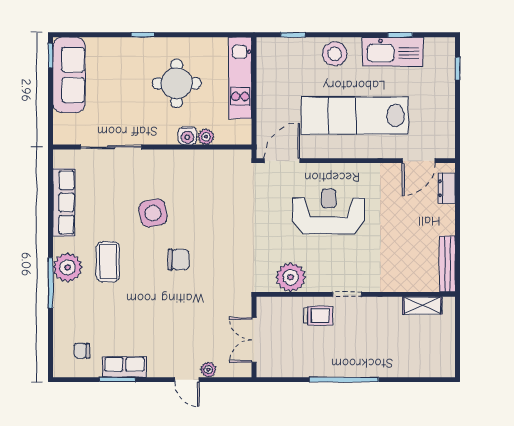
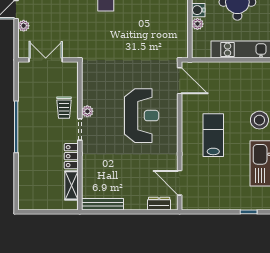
lab bench: (355, 116) -> (213, 135), width x0.54, depth x0.72
plant: (291, 277) -> (87, 111), moved, width x0.53, depth x0.53
locker: (383, 306) -> (71, 156), added

